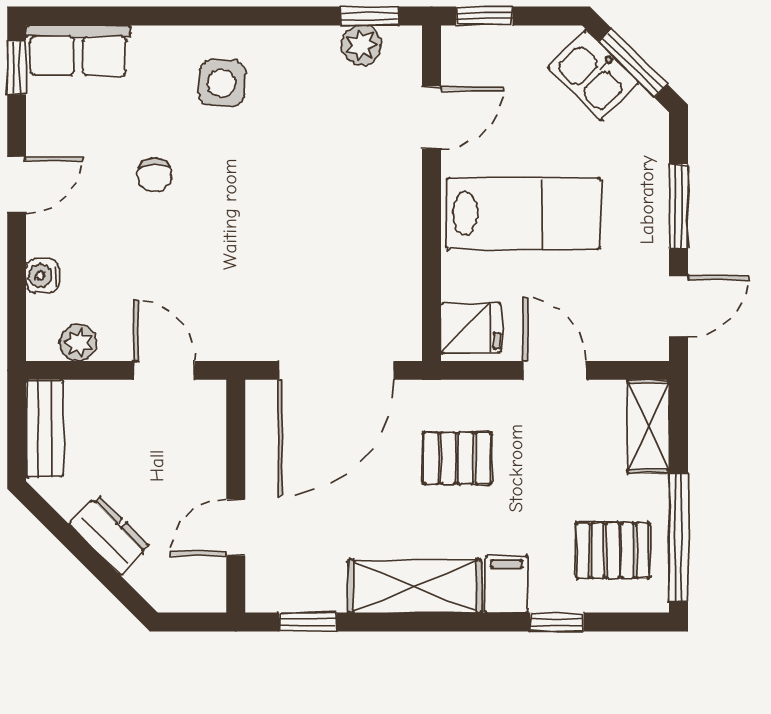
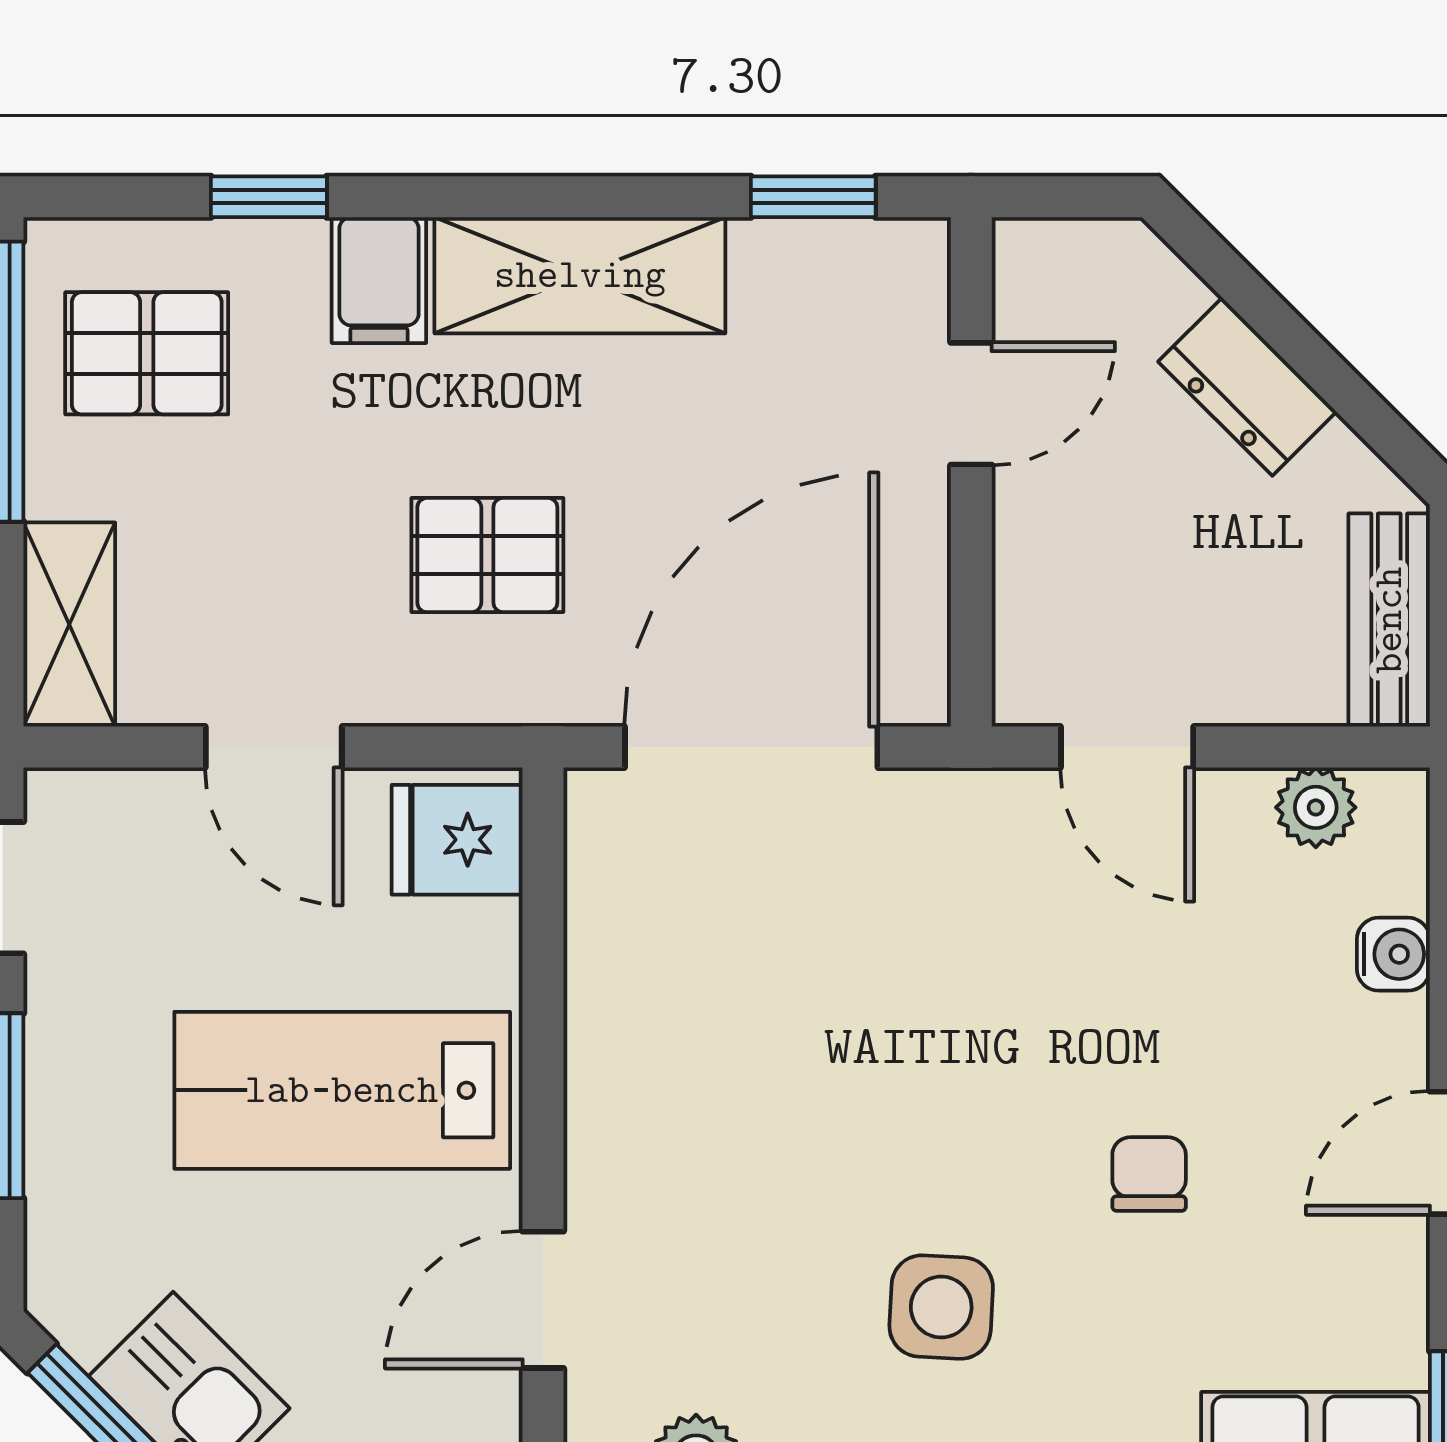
side table: (222, 83) -> (941, 1307), moved

